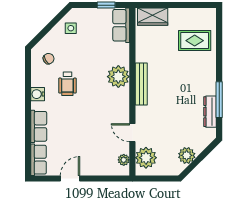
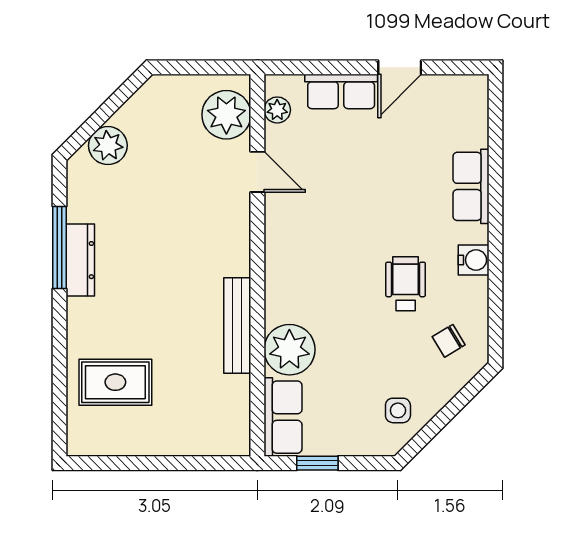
wardrobe: (153, 17) -> (211, 437), removed
plant: (118, 77) -> (289, 350), moved
bench: (141, 84) -> (237, 325), moved
dresser: (210, 112) -> (80, 260), moved
plant: (187, 155) -> (108, 146), moved
row of seats: (39, 160) -> (341, 91), moved, turned -90

